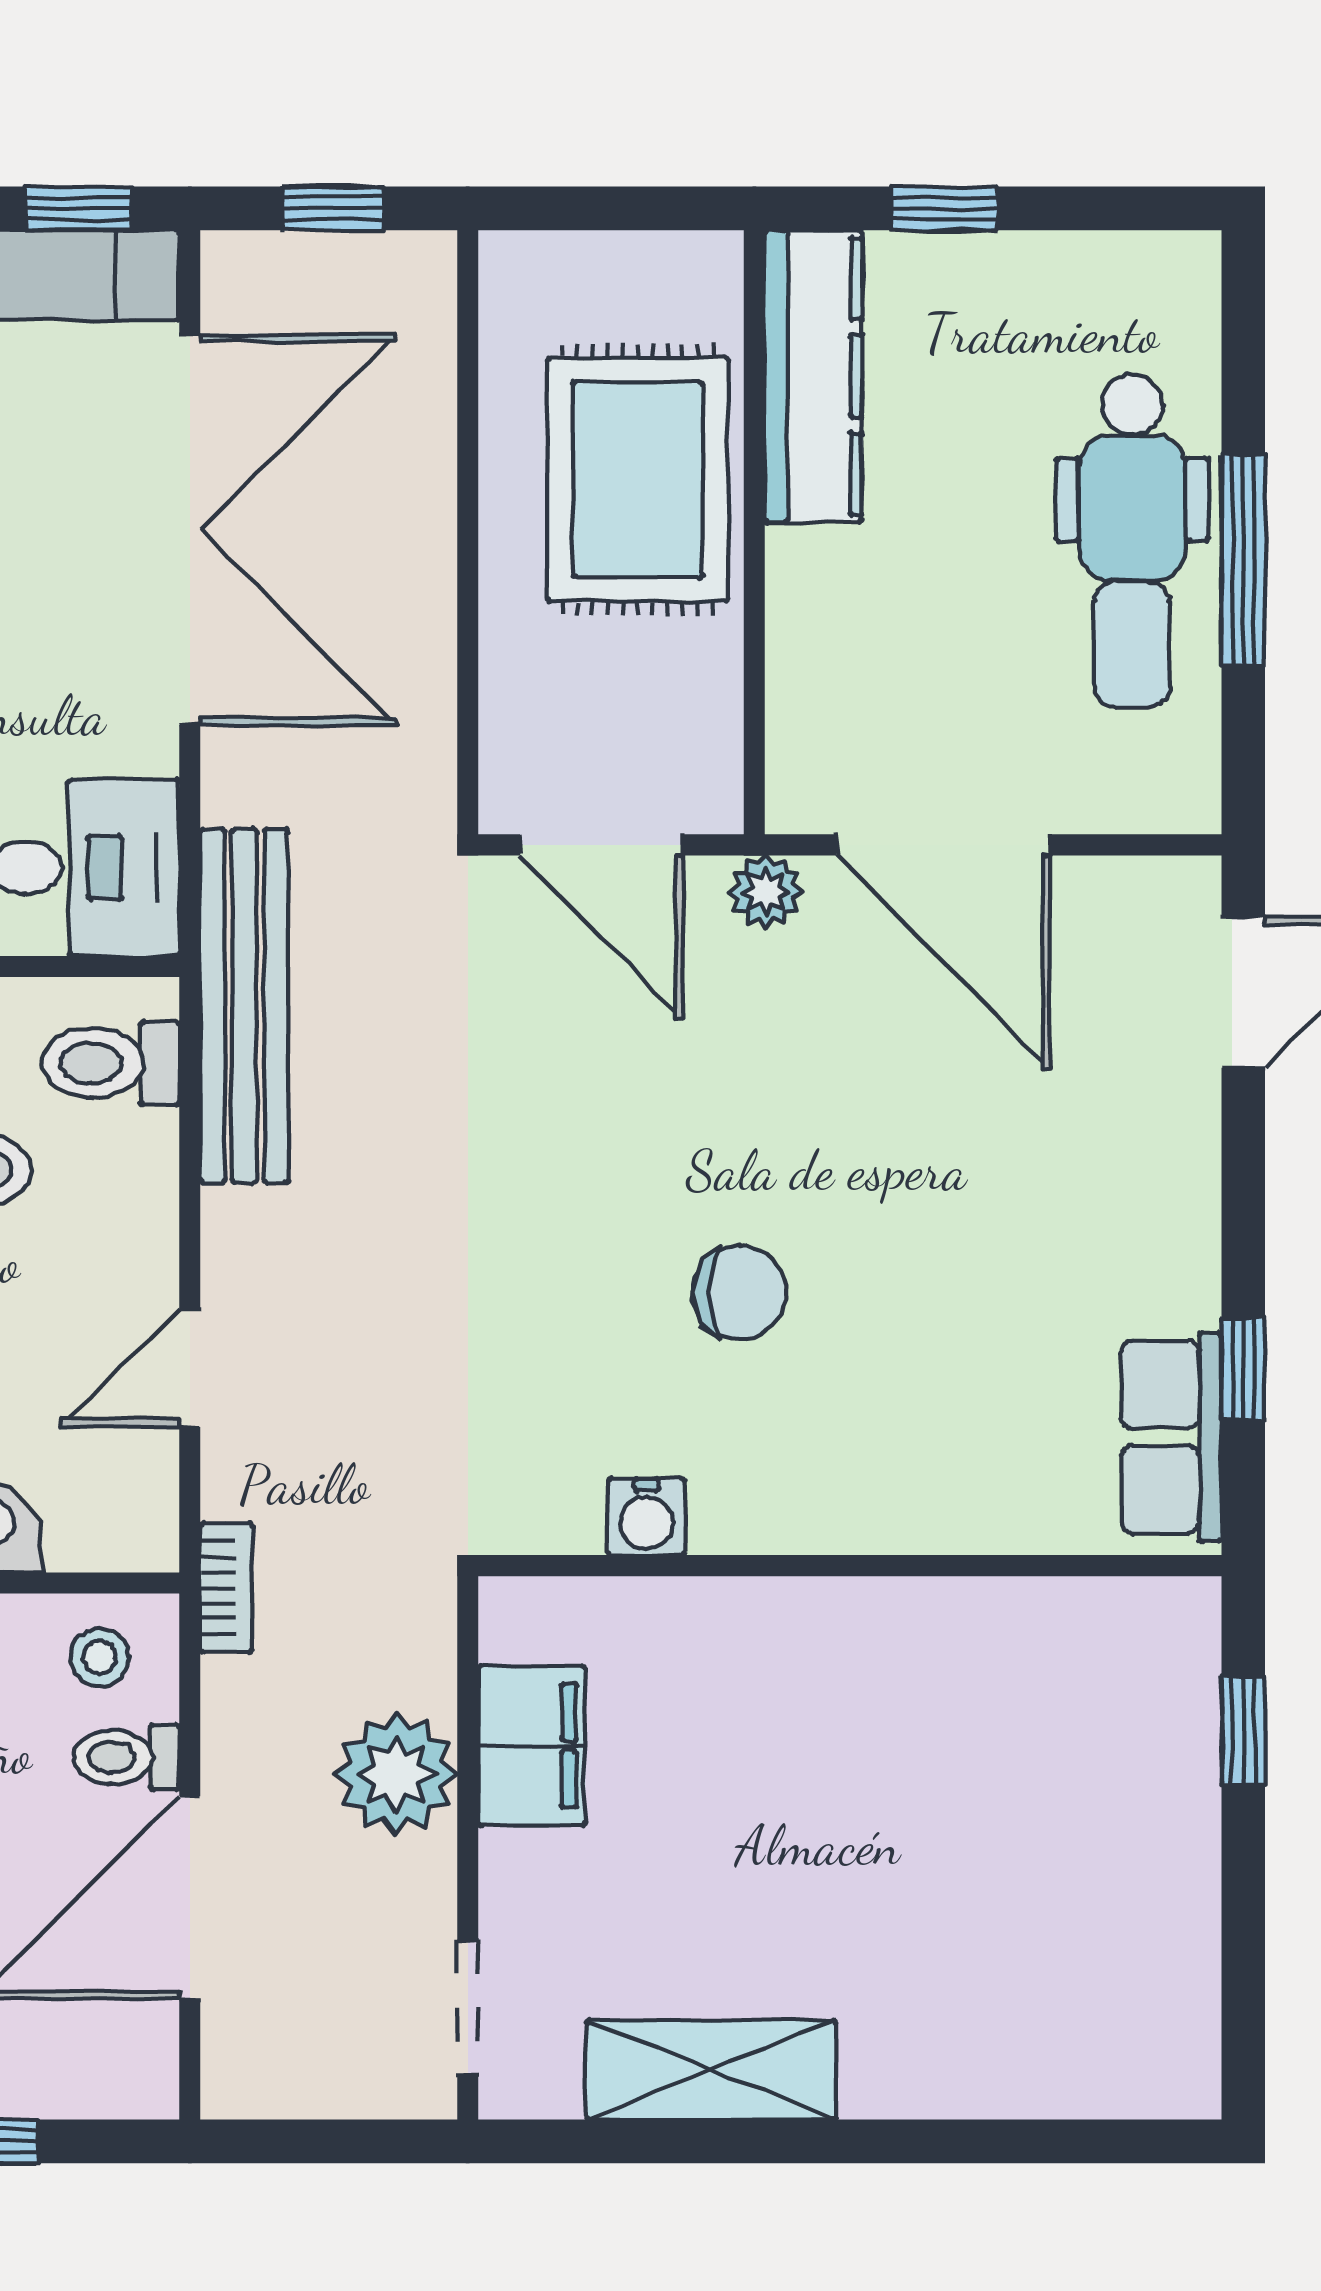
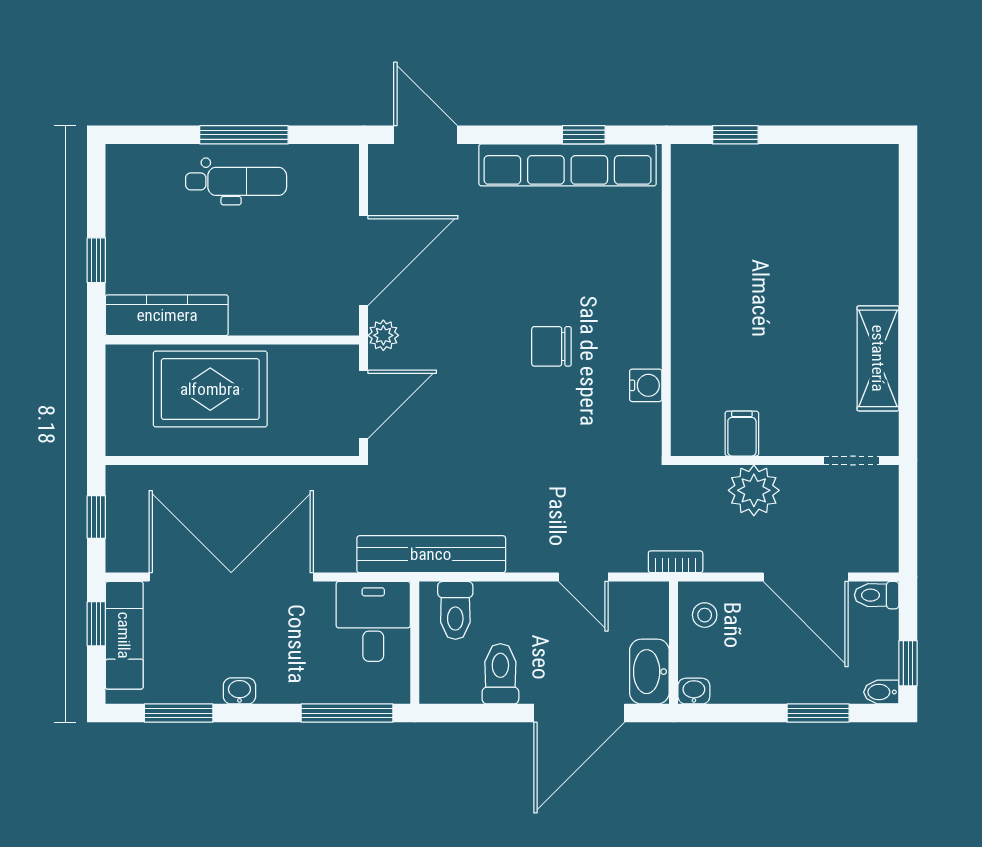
dental chair: (1132, 541) -> (236, 181), width x0.73, depth x0.72
chair: (739, 1292) -> (551, 346), turned -90
row of seats: (1171, 1437) -> (568, 165), width x2.02
filing cabinet: (532, 1746) -> (742, 434), width x0.50
toilet: (126, 1757) -> (877, 595), moved, turned 90

